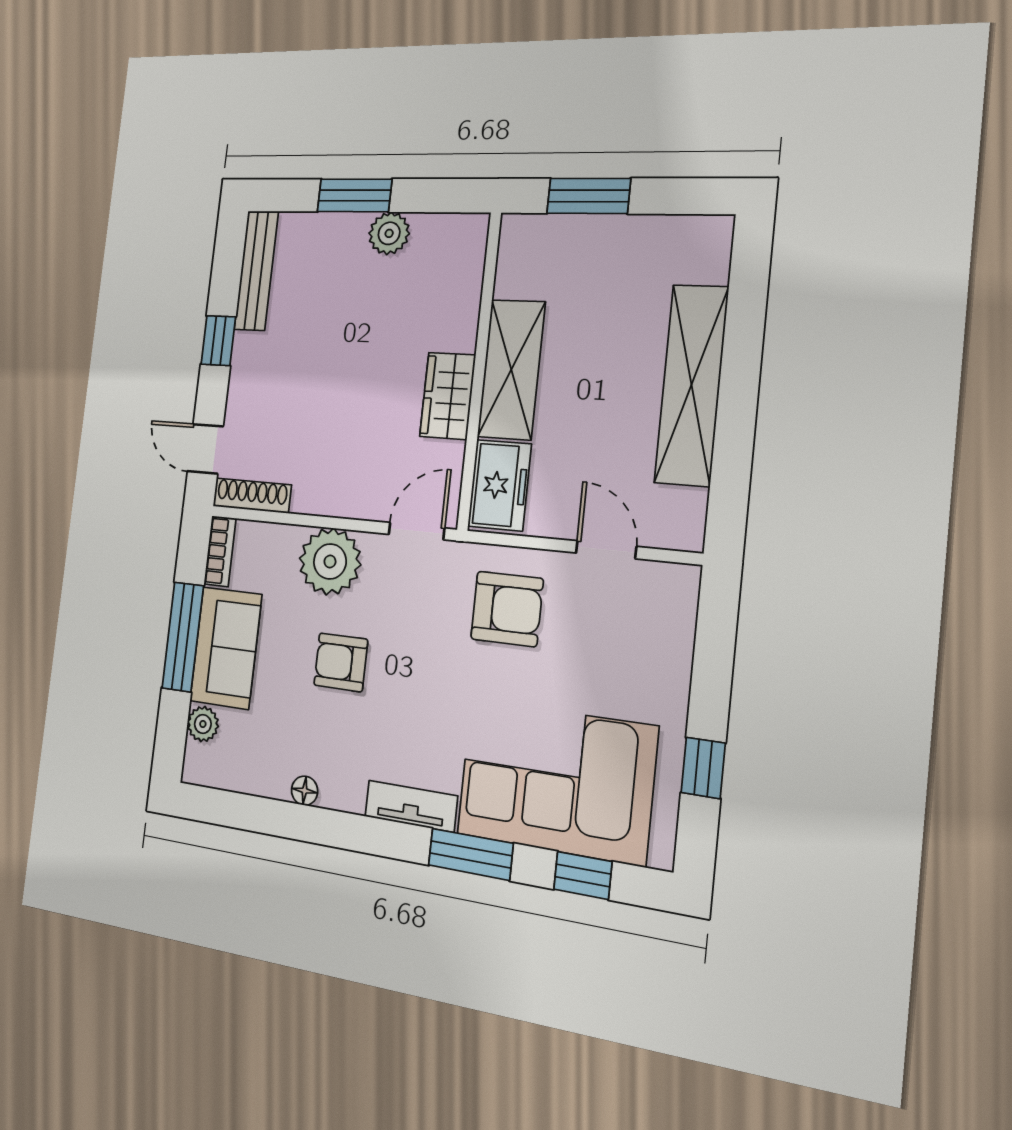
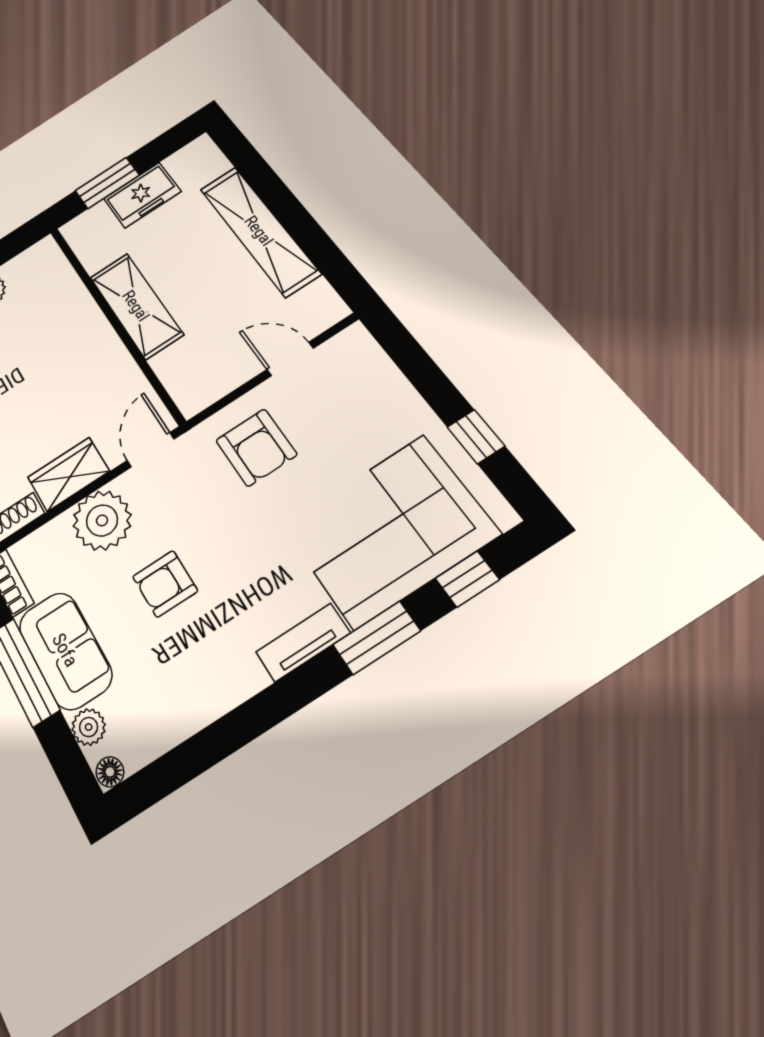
wardrobe: (448, 396) -> (68, 474), moved, turned 90
freezer: (500, 485) -> (142, 195), moved, turned 90
armchair: (507, 609) -> (256, 447), turned 90
floor lamp: (305, 791) -> (110, 772), moved

